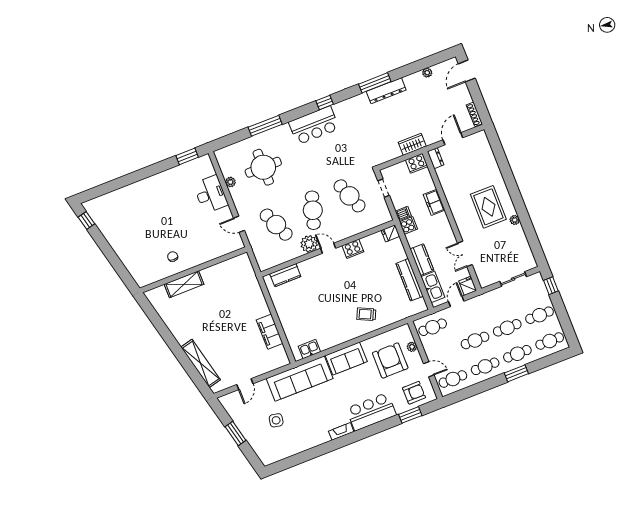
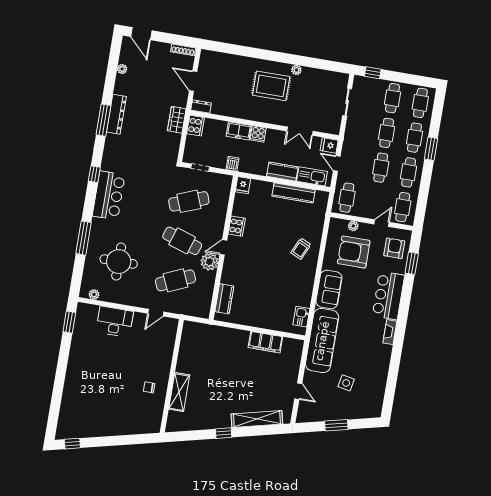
plant: (230, 182) -> (94, 294), moved
cooker: (408, 225) -> (258, 134), moved, turned 180
window: (172, 342) -> (224, 433), added

